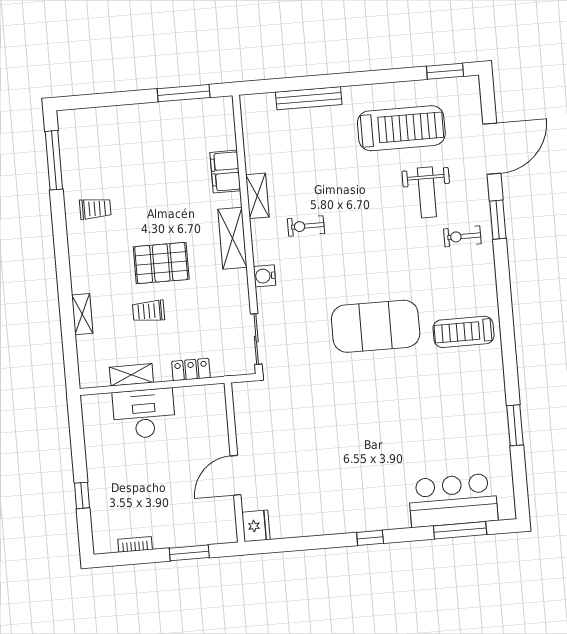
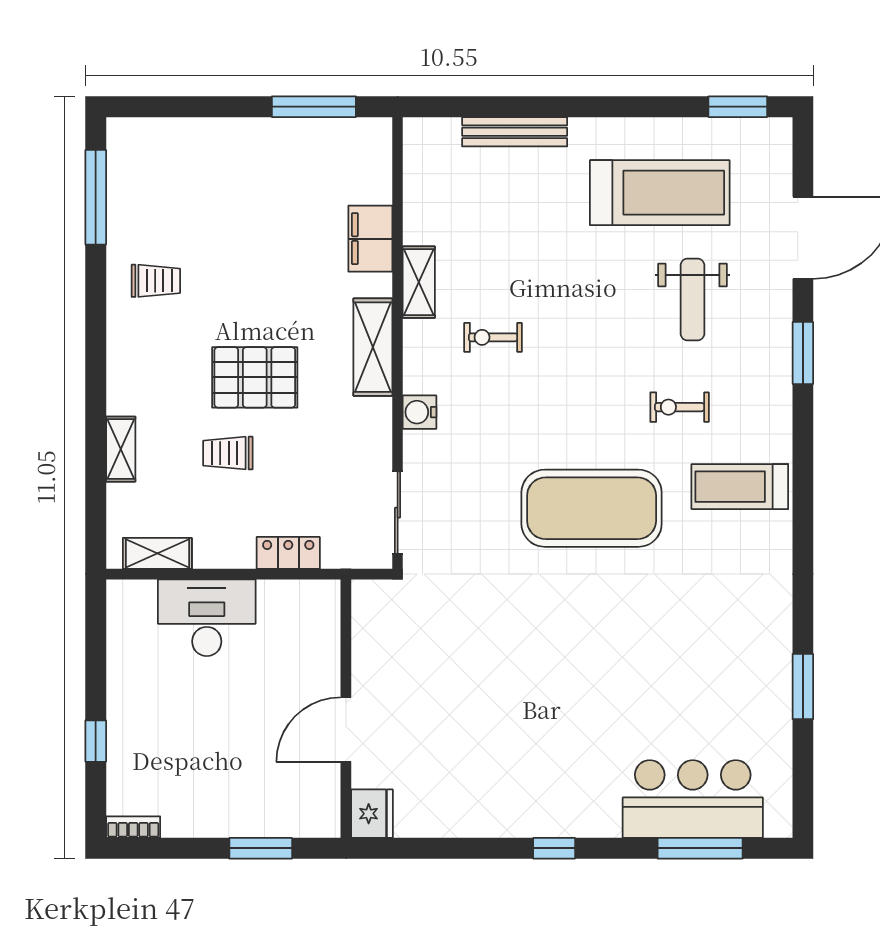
exercise bike: (462, 236) -> (680, 407), moved
treadmill: (464, 332) -> (740, 487), moved
shelving: (131, 375) -> (157, 553), moved
bookcase: (135, 544) -> (133, 827), moved

